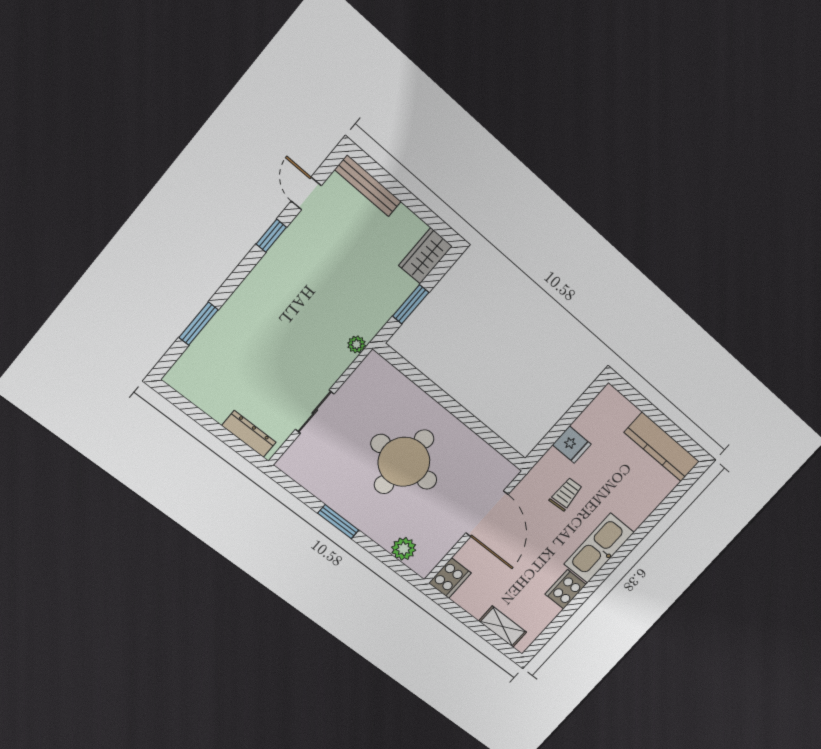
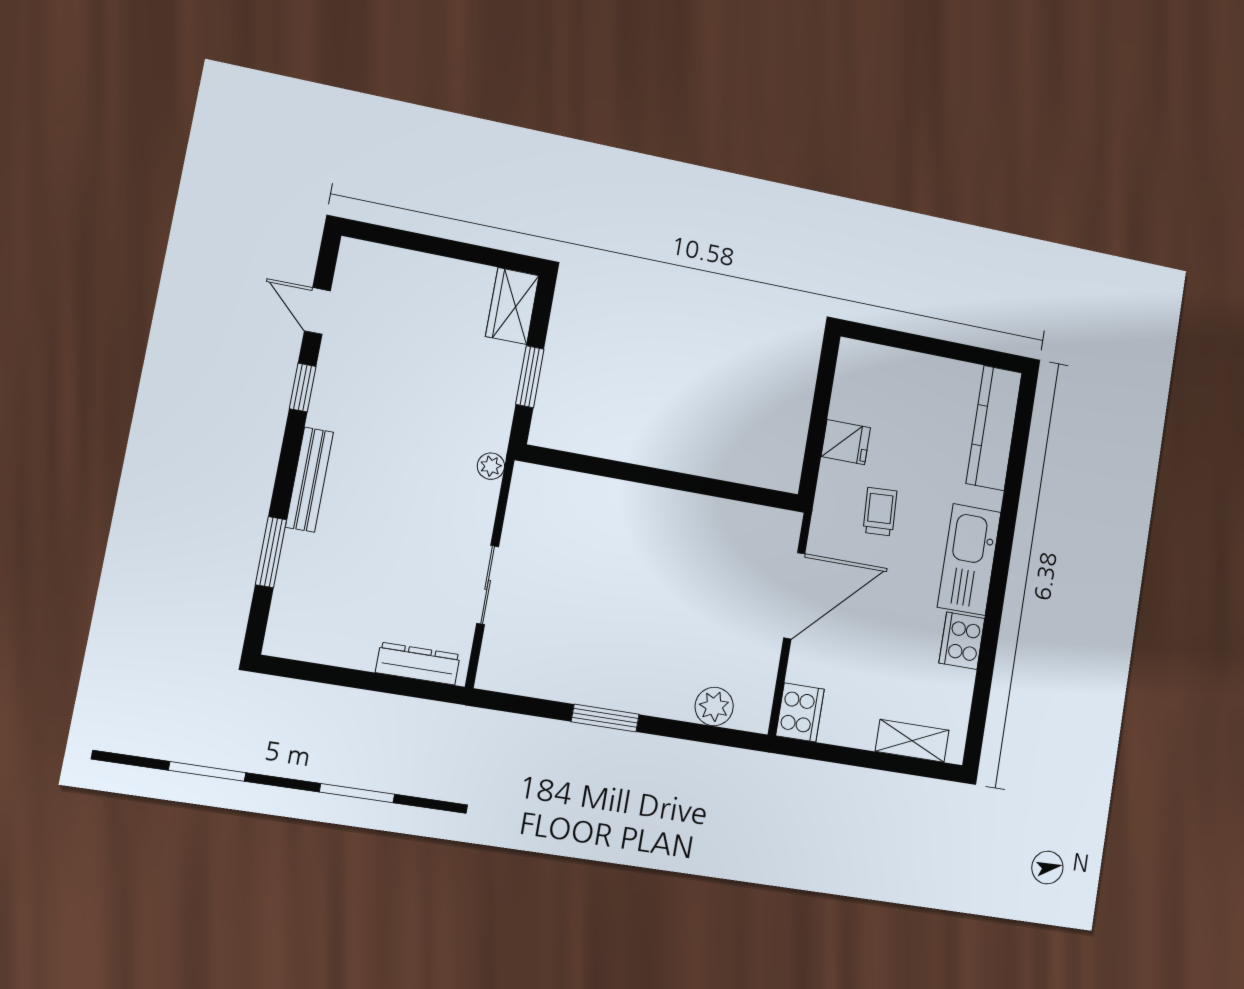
bench: (368, 186) -> (310, 480), moved, turned 90
kitchen counter: (662, 447) -> (994, 428), moved, turned 90
round table: (404, 462) -> (643, 587), removed
door: (487, 514) -> (794, 596), hinge flipped

